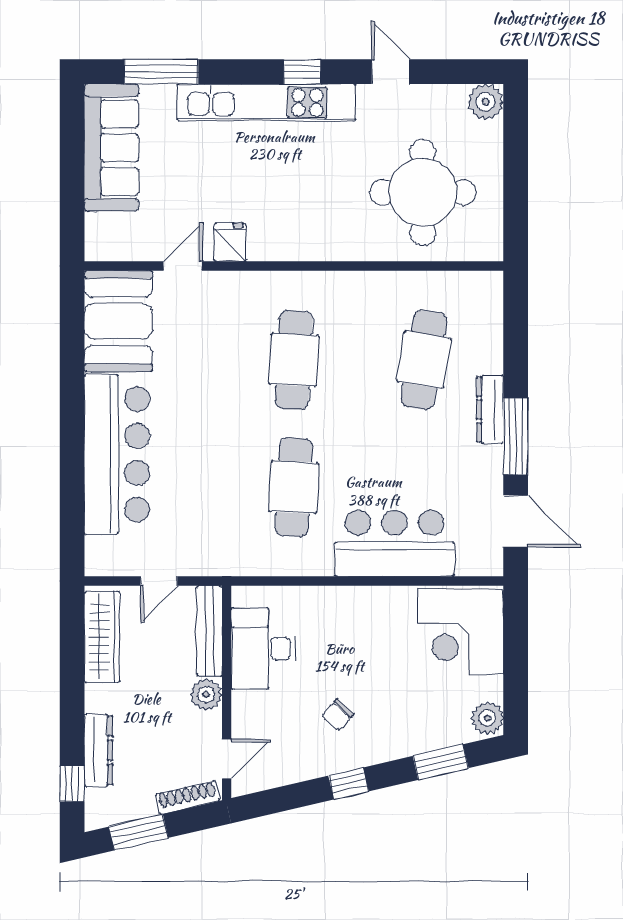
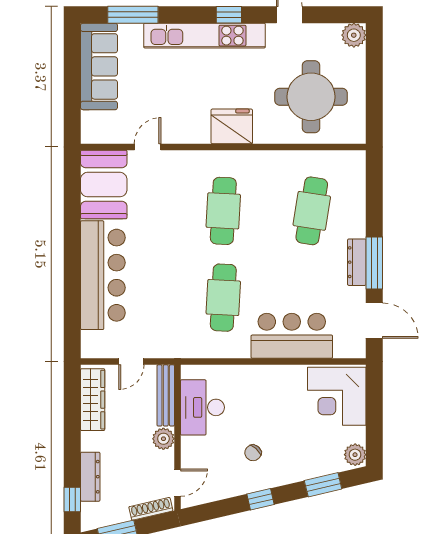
fridge: (230, 242) -> (232, 126), moved, width x1.88, depth x1.34
dresser: (490, 409) -> (357, 262), moved

